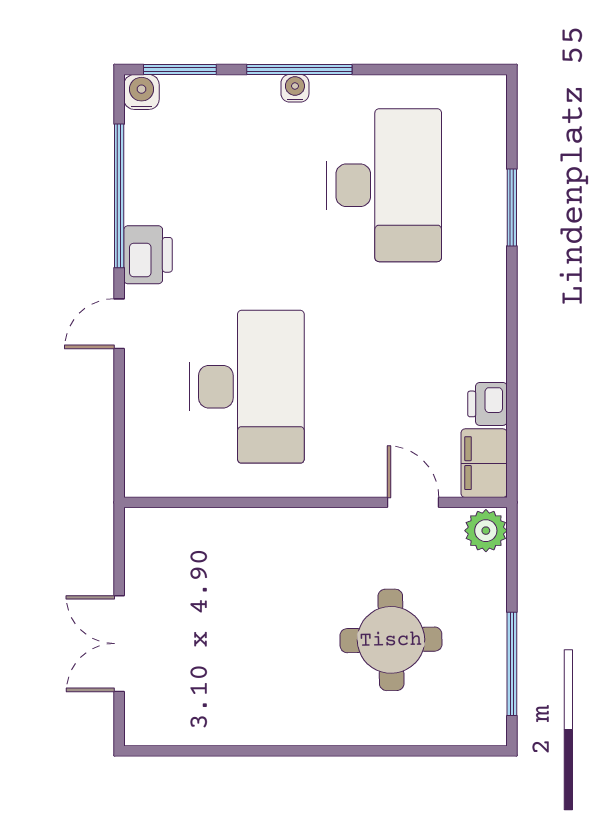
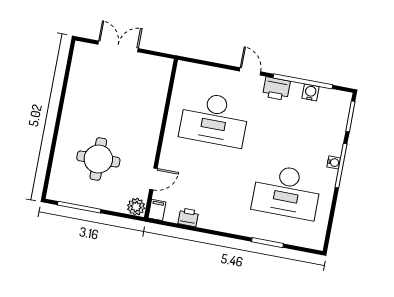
water cooler: (142, 92) -> (310, 92), moved, turned -90
filing cabinet: (484, 463) -> (157, 210), width x0.50

